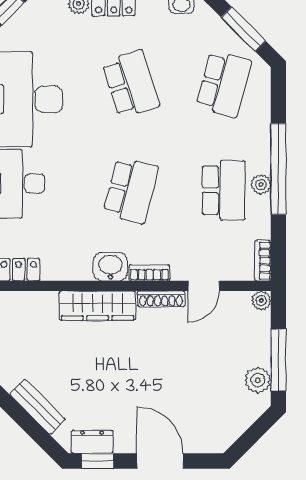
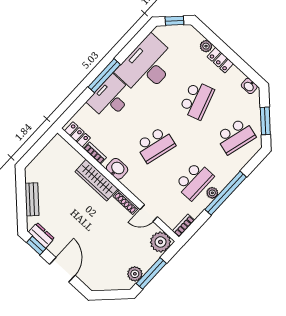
bookcase: (149, 273) -> (95, 153), moved
plant: (261, 300) -> (161, 242), width x1.88, depth x1.88

